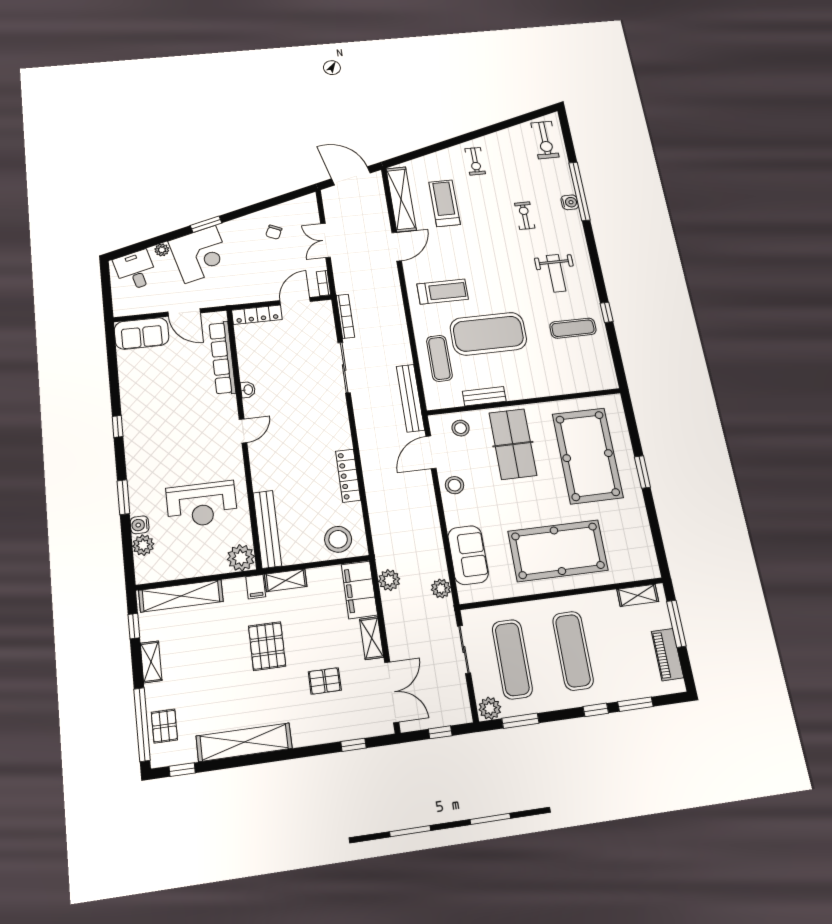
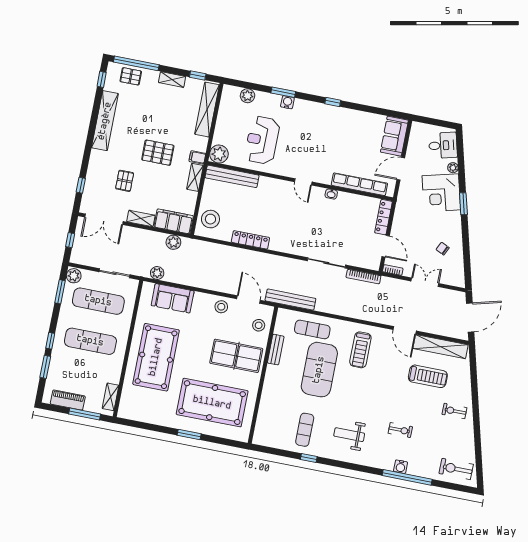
water cooler: (140, 525) -> (287, 102), moved

